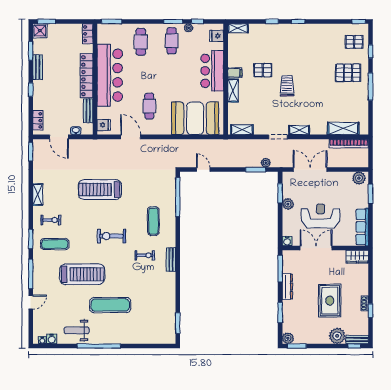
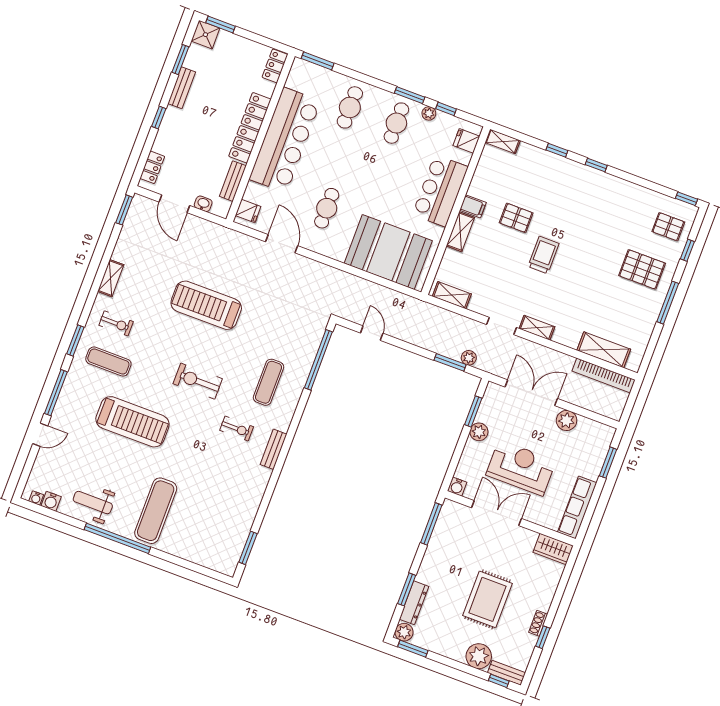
plant: (359, 178) -> (567, 420), moved
dresser: (287, 287) -> (414, 603), moved
exercise mat: (110, 305) -> (156, 511), moved, turned 90

